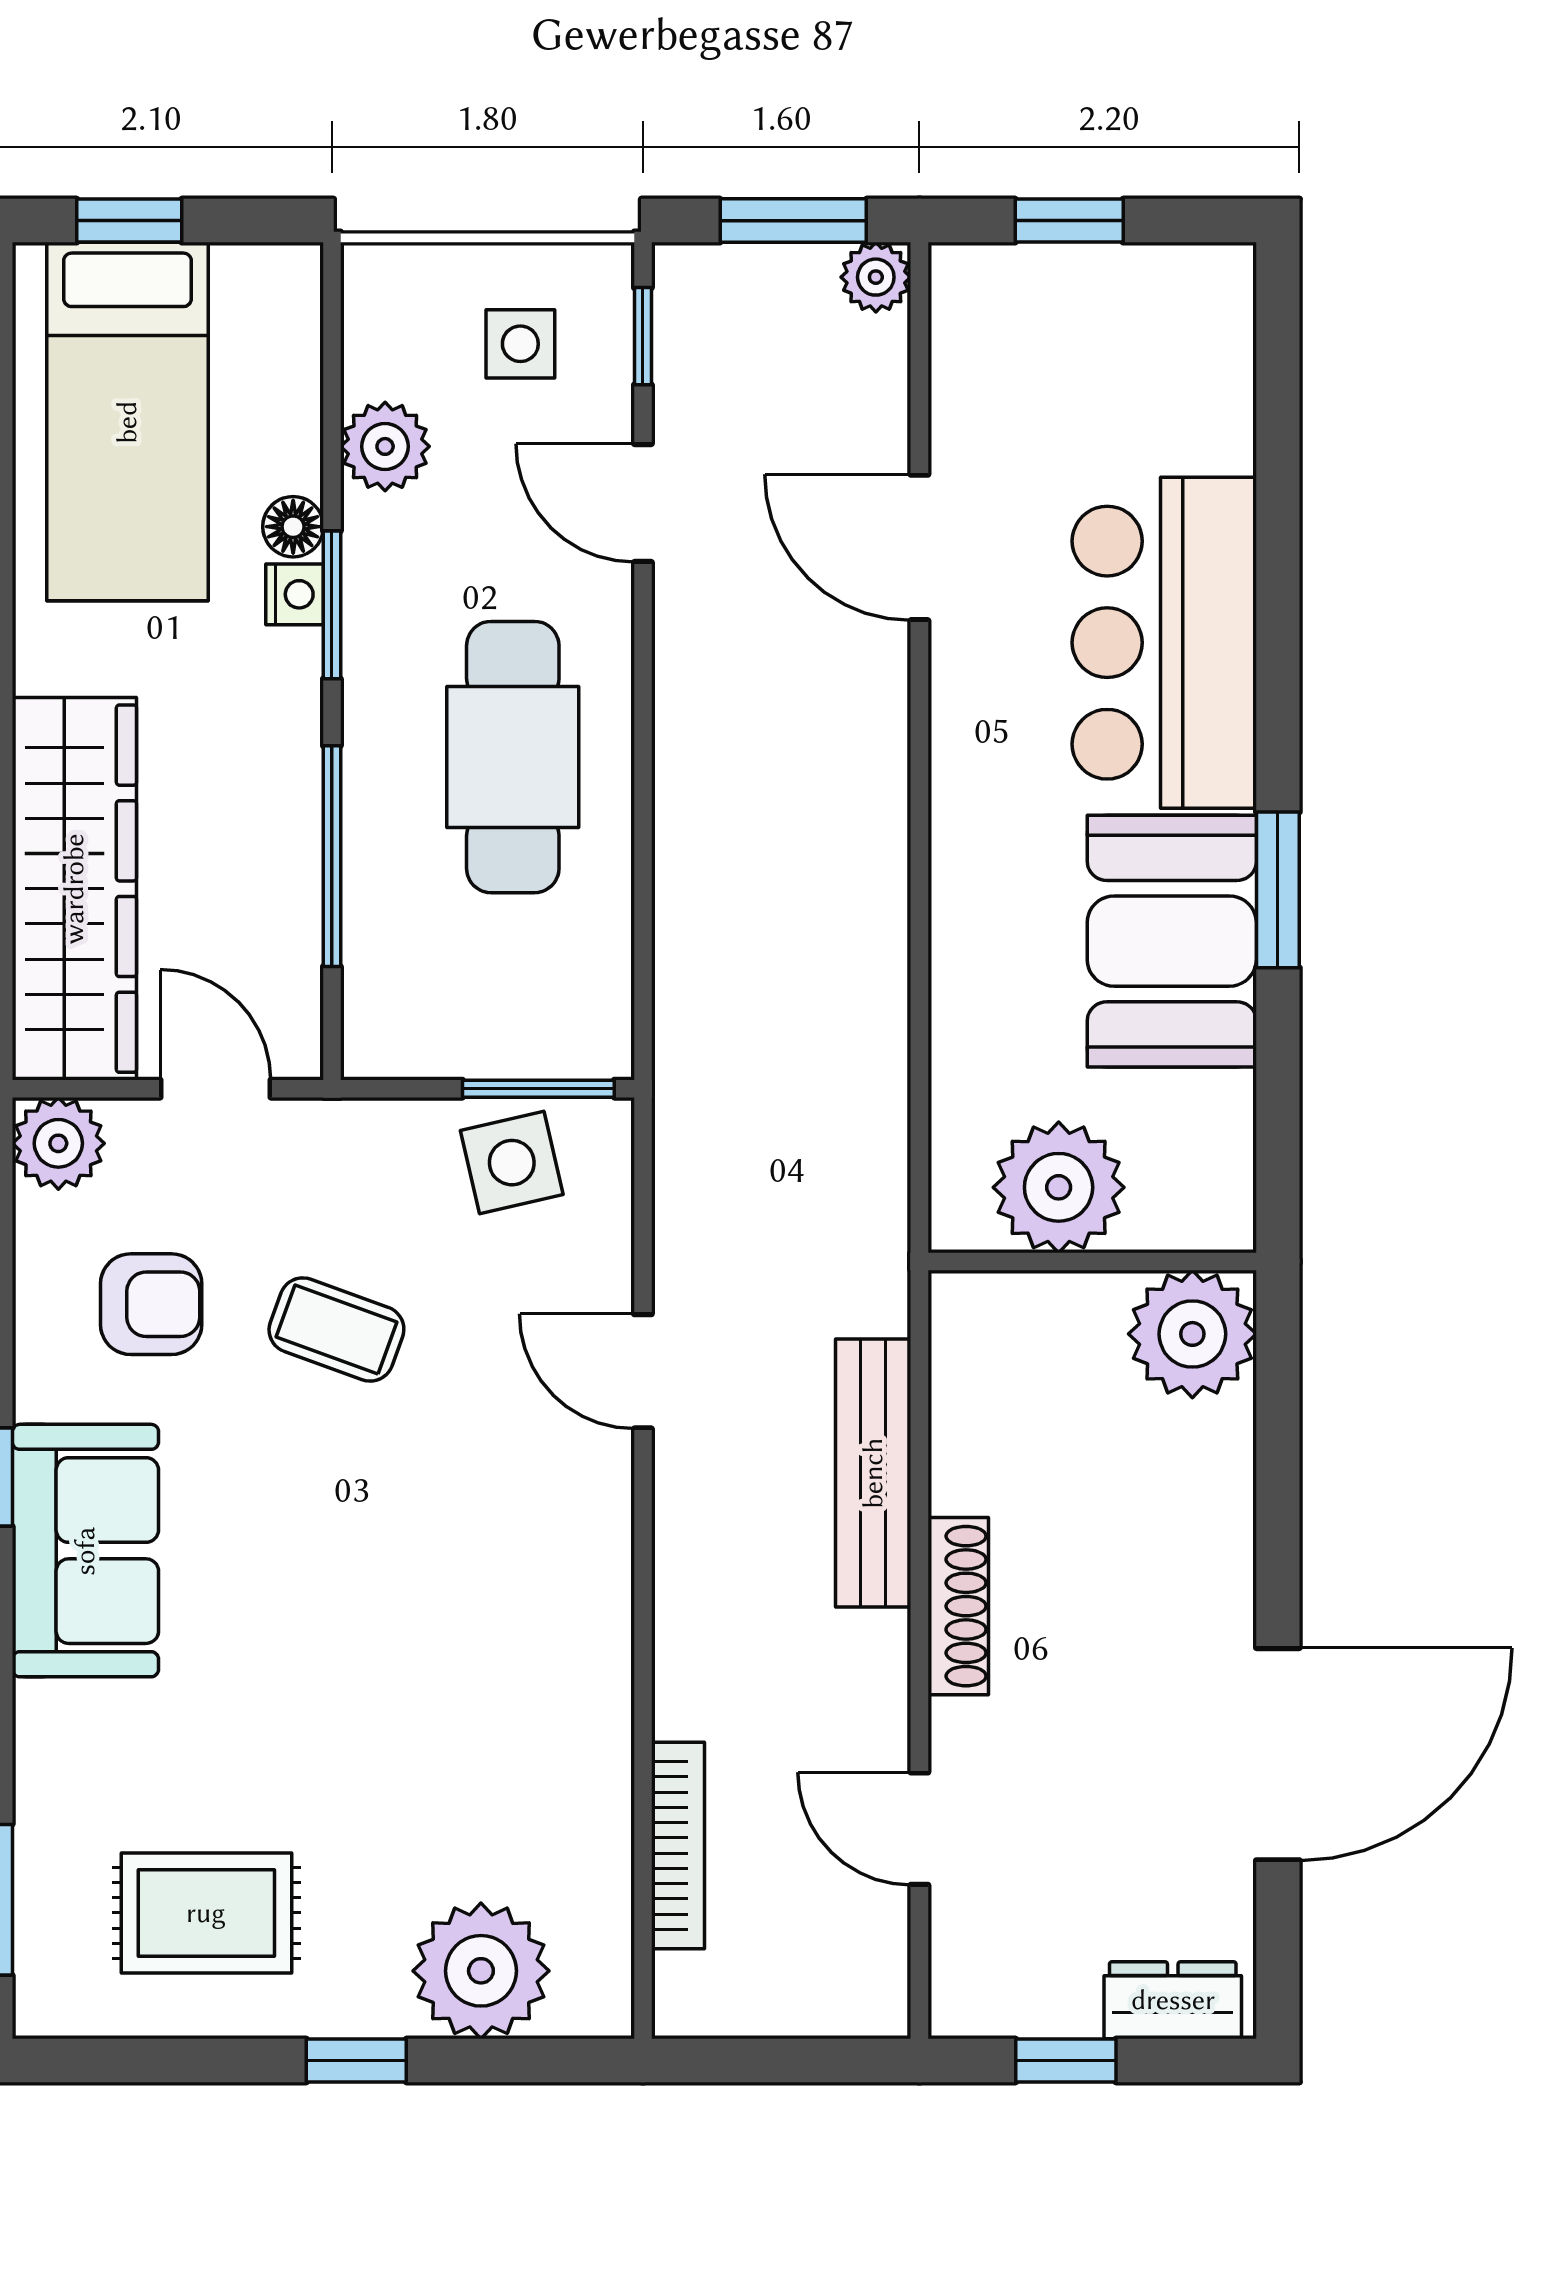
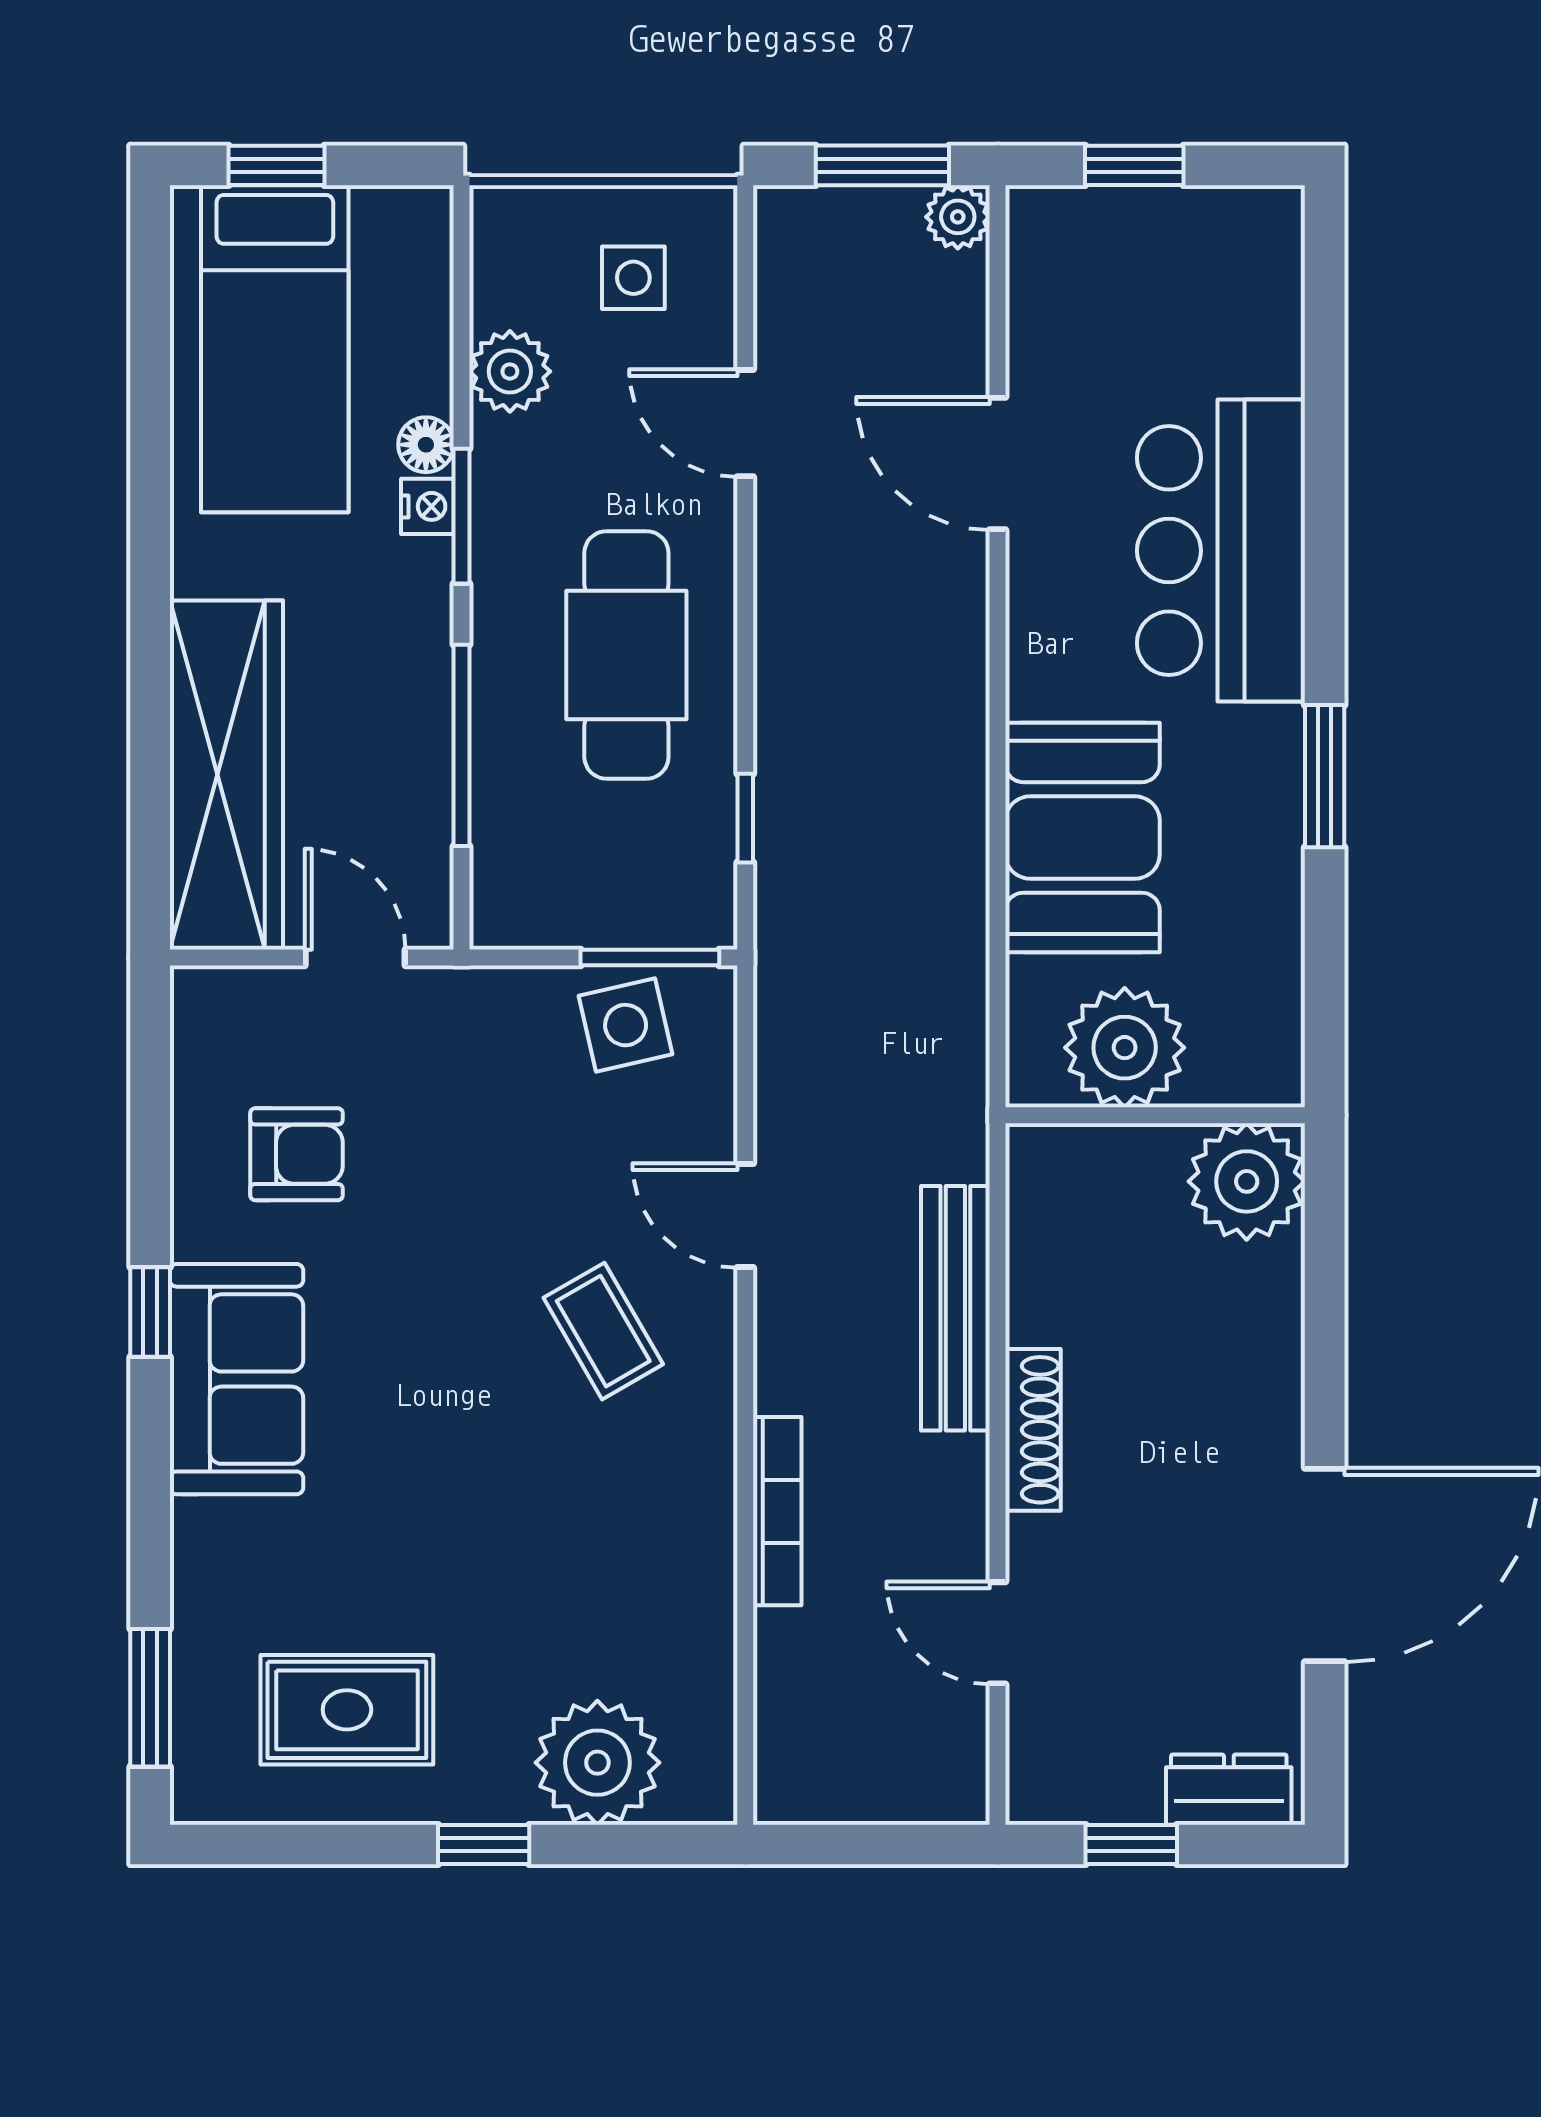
window: (643, 336) -> (745, 818), moved
booth: (1172, 941) -> (1083, 837), moved
plant: (58, 1143) -> (212, 1007), removed
coffee table: (336, 1329) -> (603, 1331), moved, turned 40
bookcase: (678, 1846) -> (777, 1511), moved

